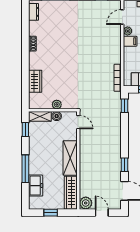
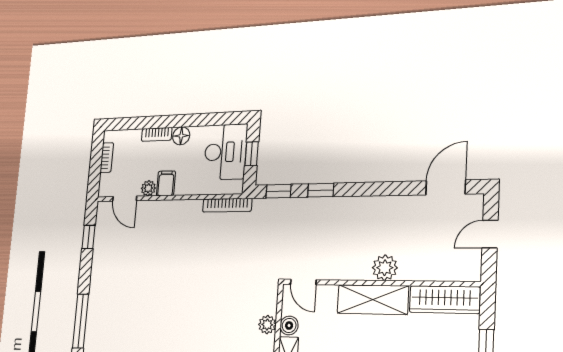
door: (78, 122) -> (303, 282), swing flipped
window: (124, 165) -> (321, 190), moved
plant: (86, 203) -> (385, 268), moved

